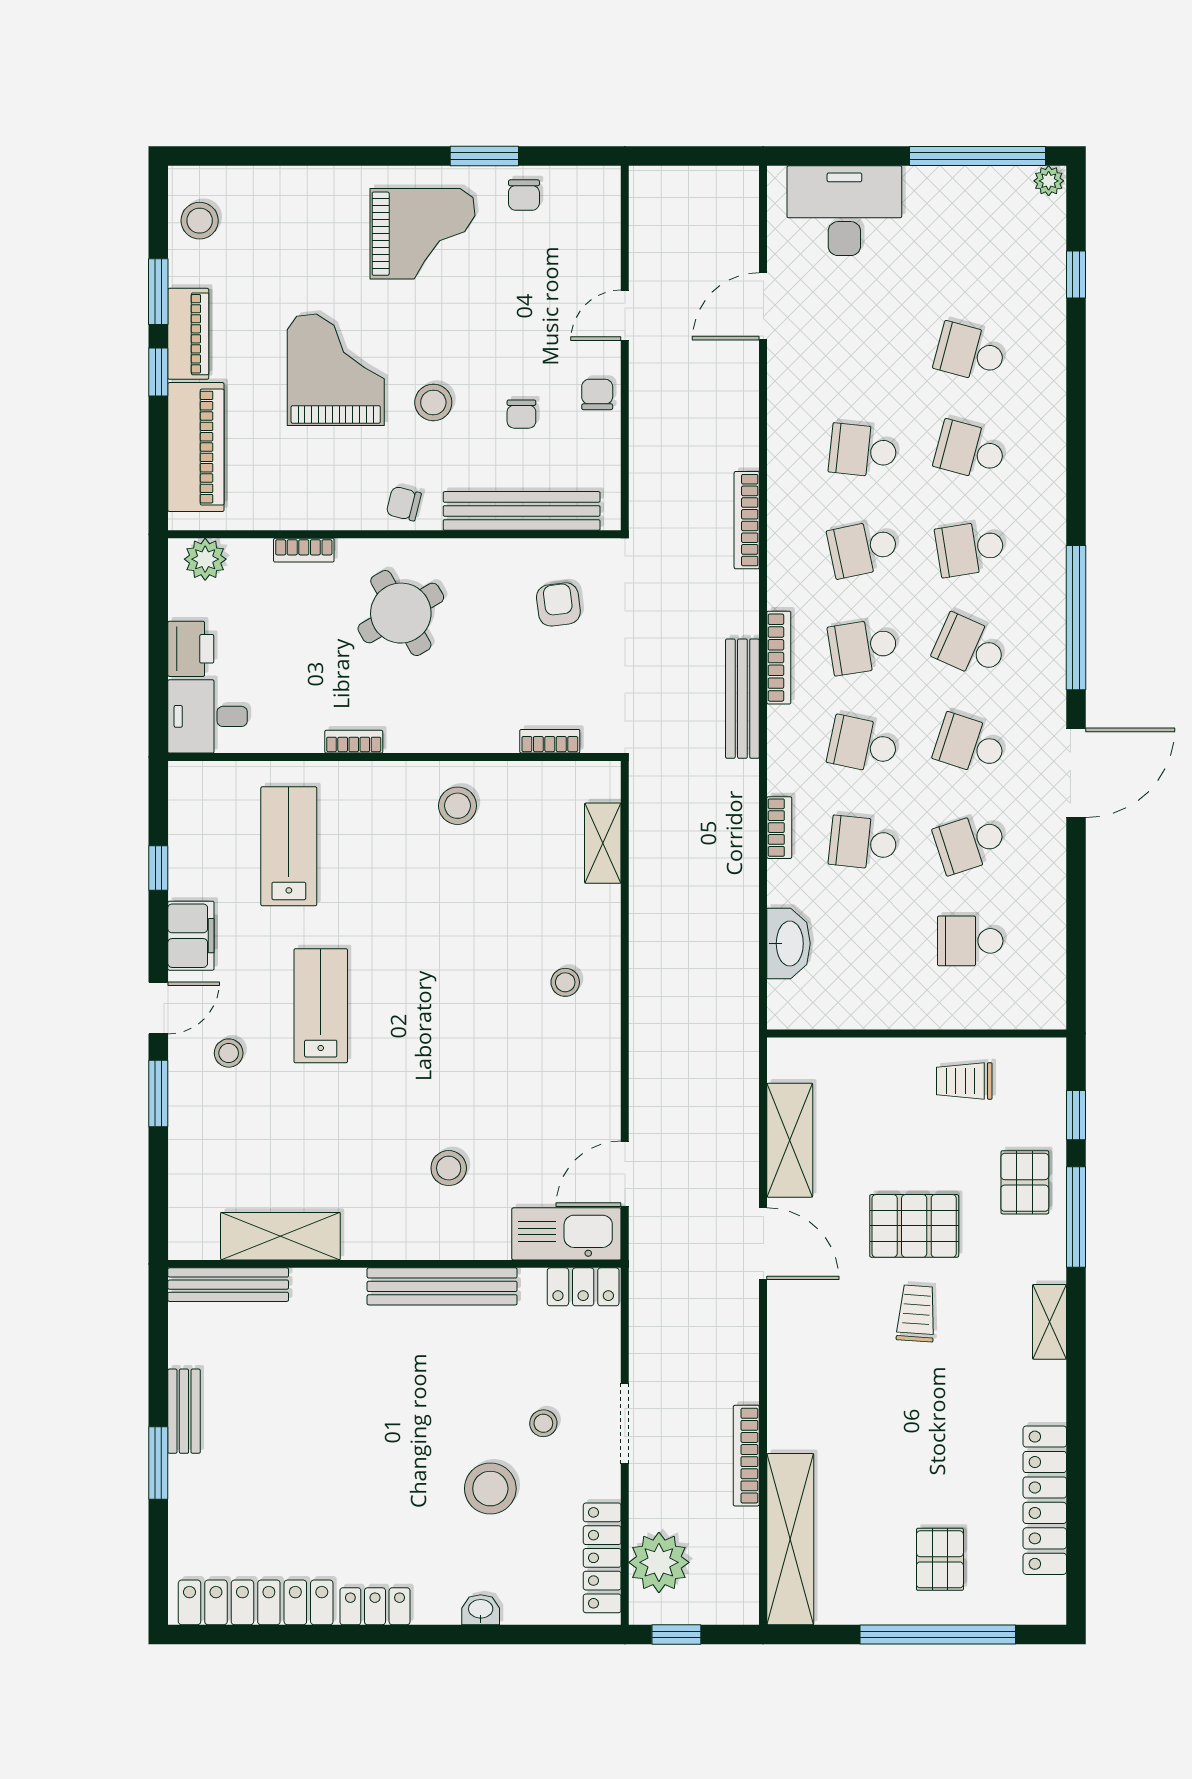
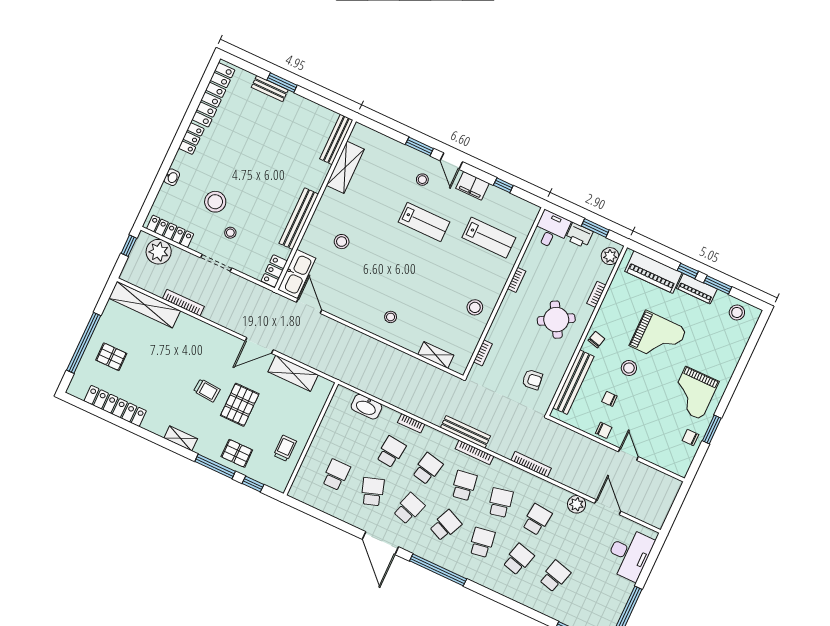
plant: (789, 378) -> (577, 504), added
window: (158, 621) -> (595, 228), added
bench: (184, 1411) -> (270, 89), moved

